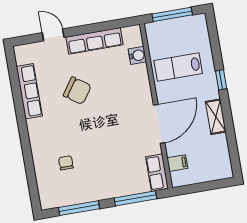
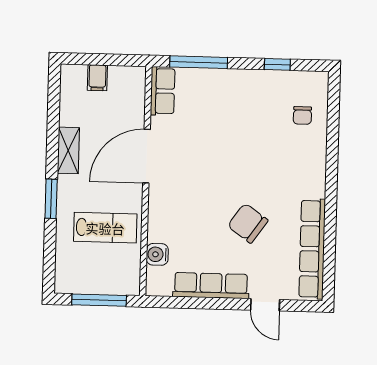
window: (221, 80) -> (51, 199), width x1.50
row of seats: (29, 91) -> (312, 249), width x1.36
chair: (66, 163) -> (302, 115), moved
filing cabinet: (177, 163) -> (97, 78), moved, turned -90
window: (79, 208) -> (277, 64), width x0.46

